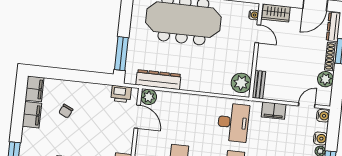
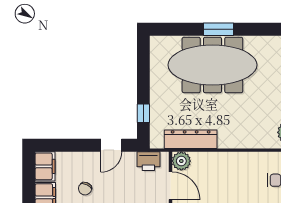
window: (121, 54) -> (143, 113), width x0.46
door: (92, 77) -> (111, 145), added

